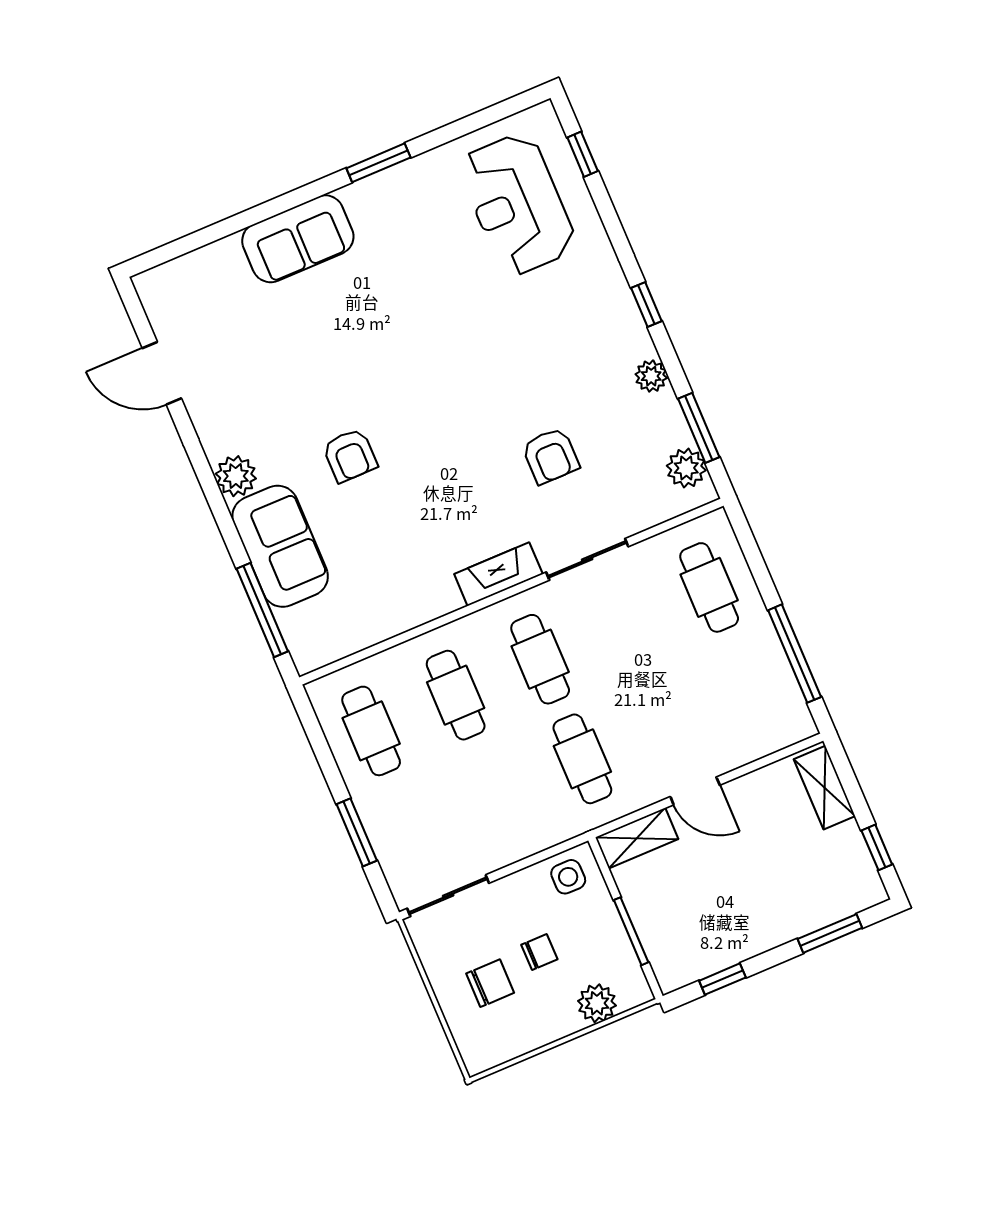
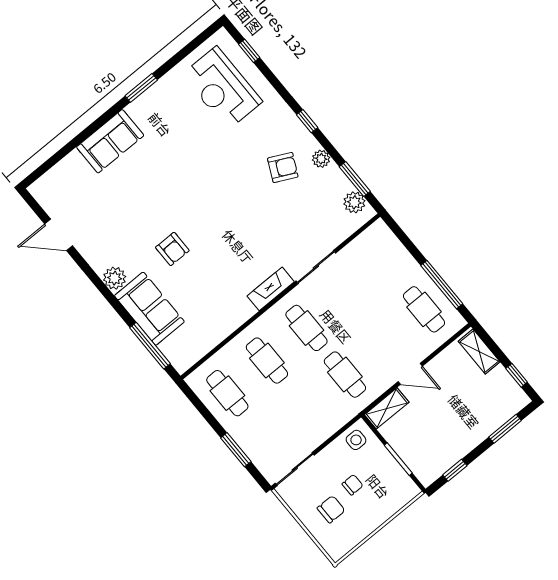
armchair: (551, 456) -> (283, 168), moved, turned -64
cafe table: (709, 587) -> (424, 309), moved
plant: (597, 1003) -> (391, 503), removed

